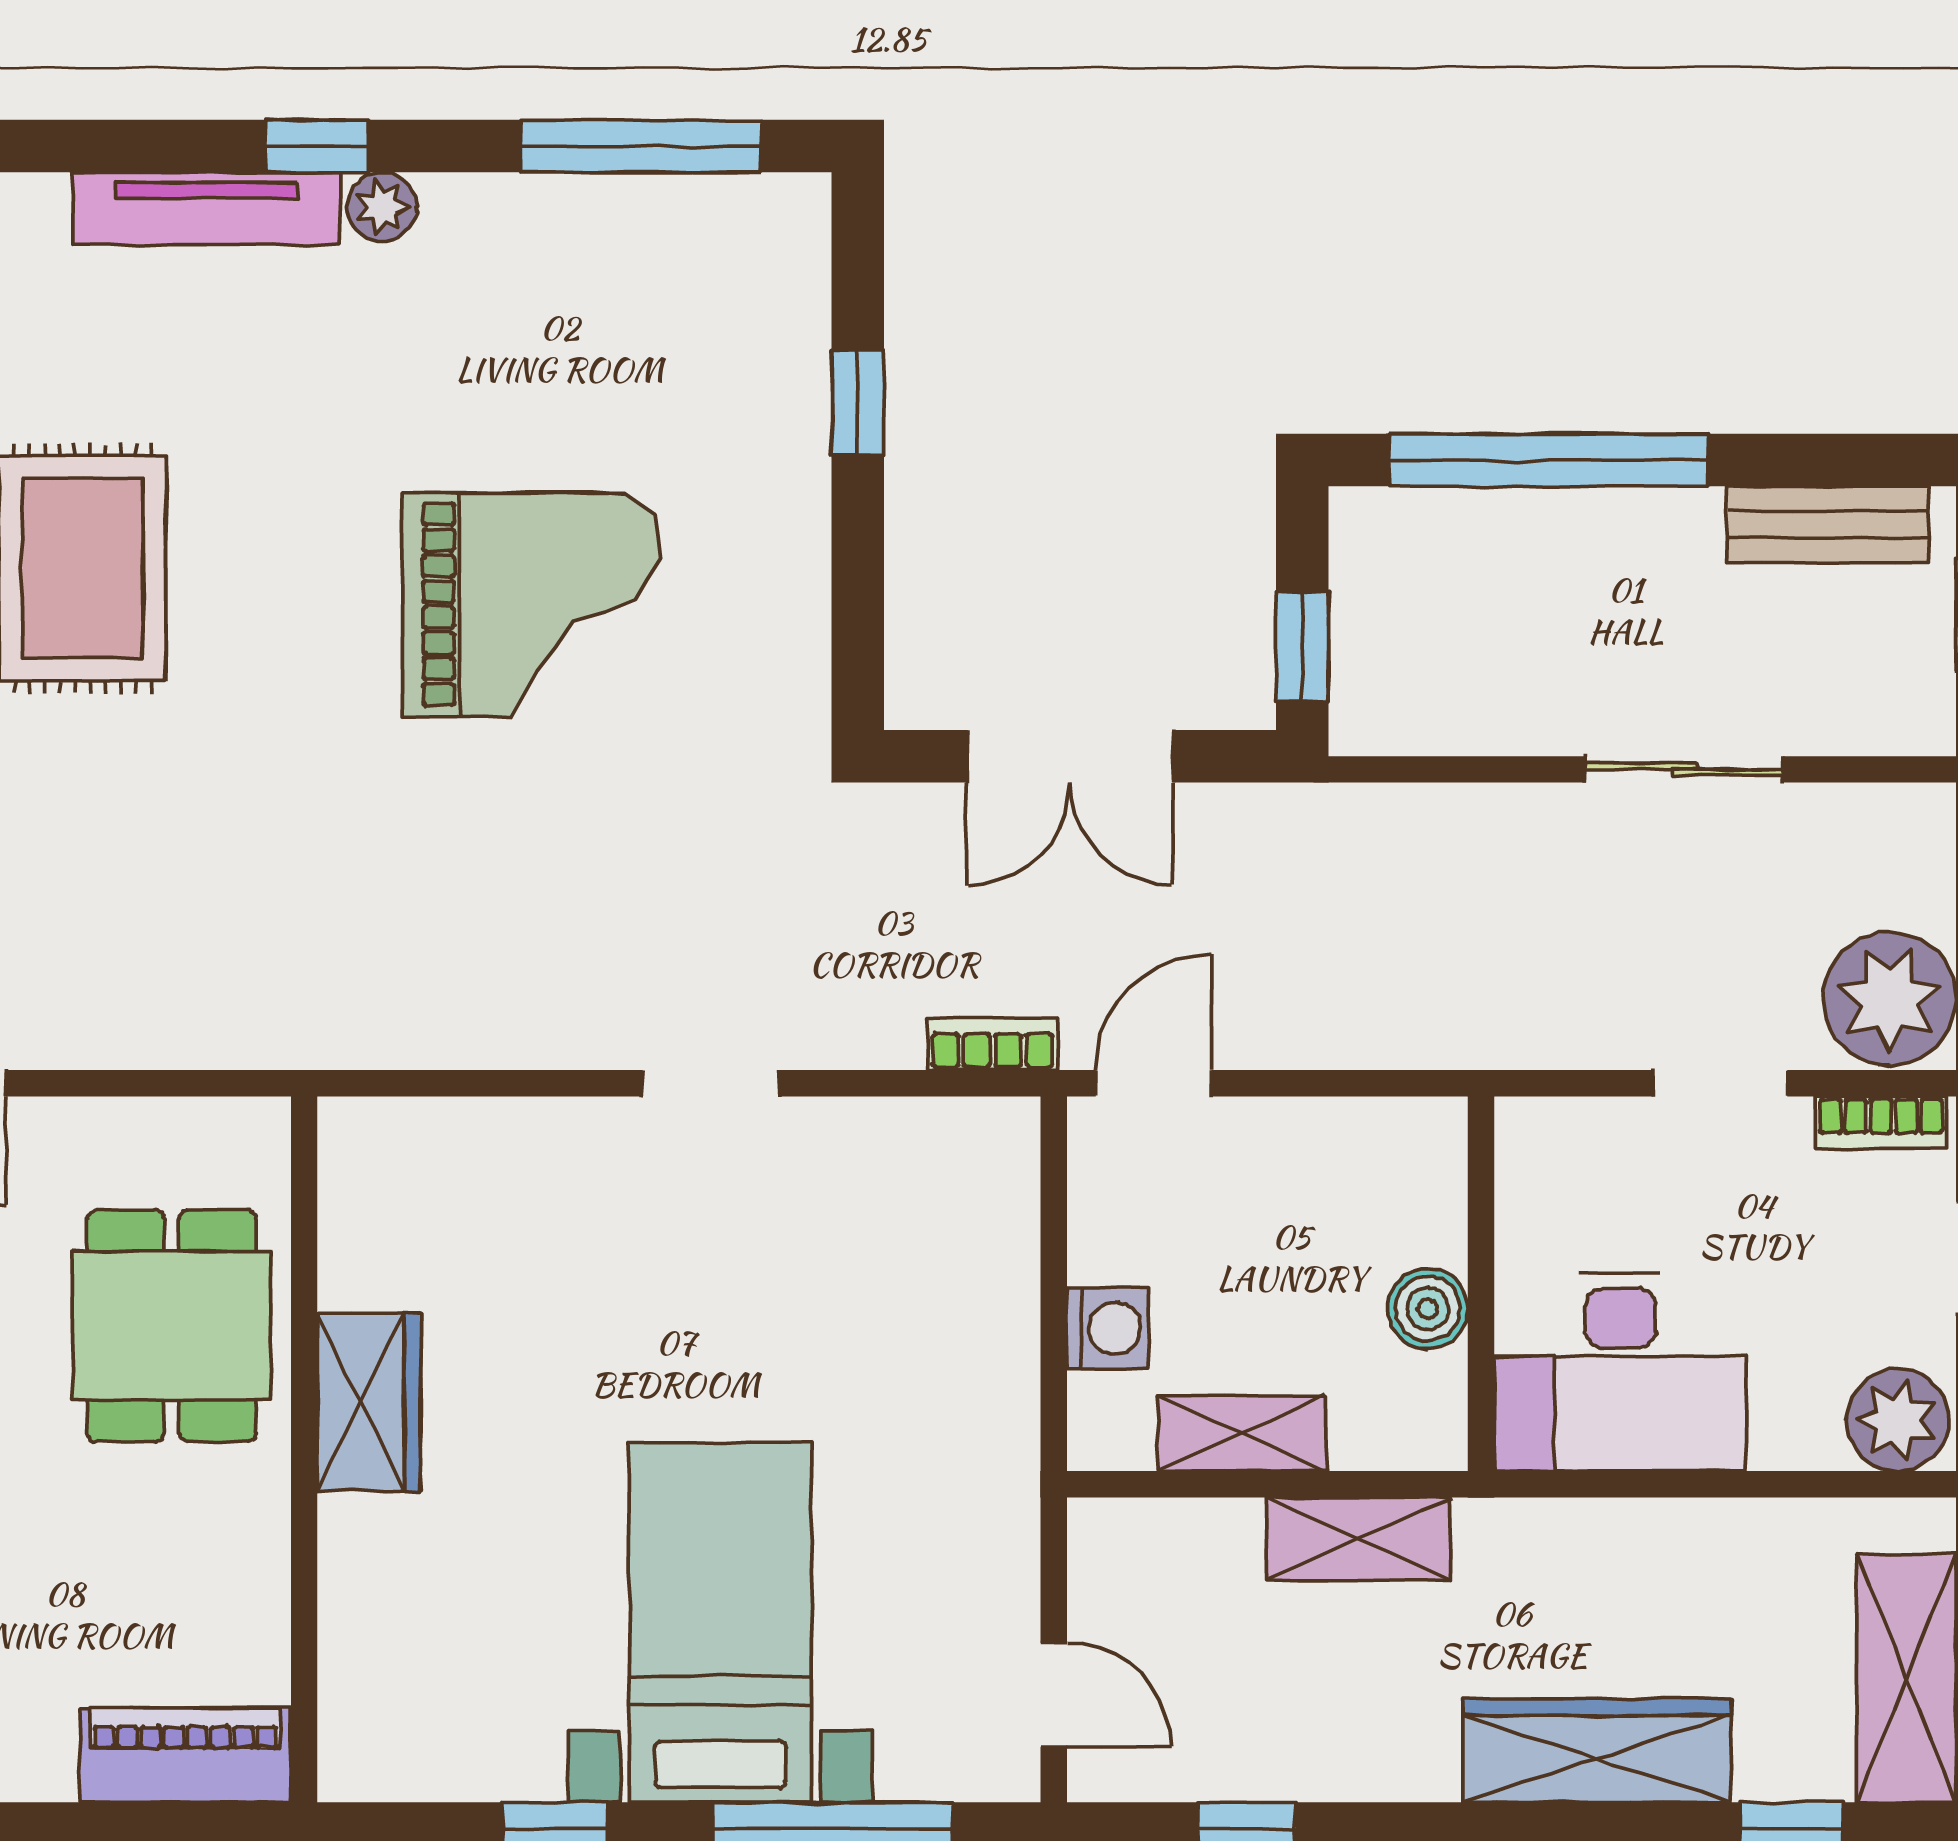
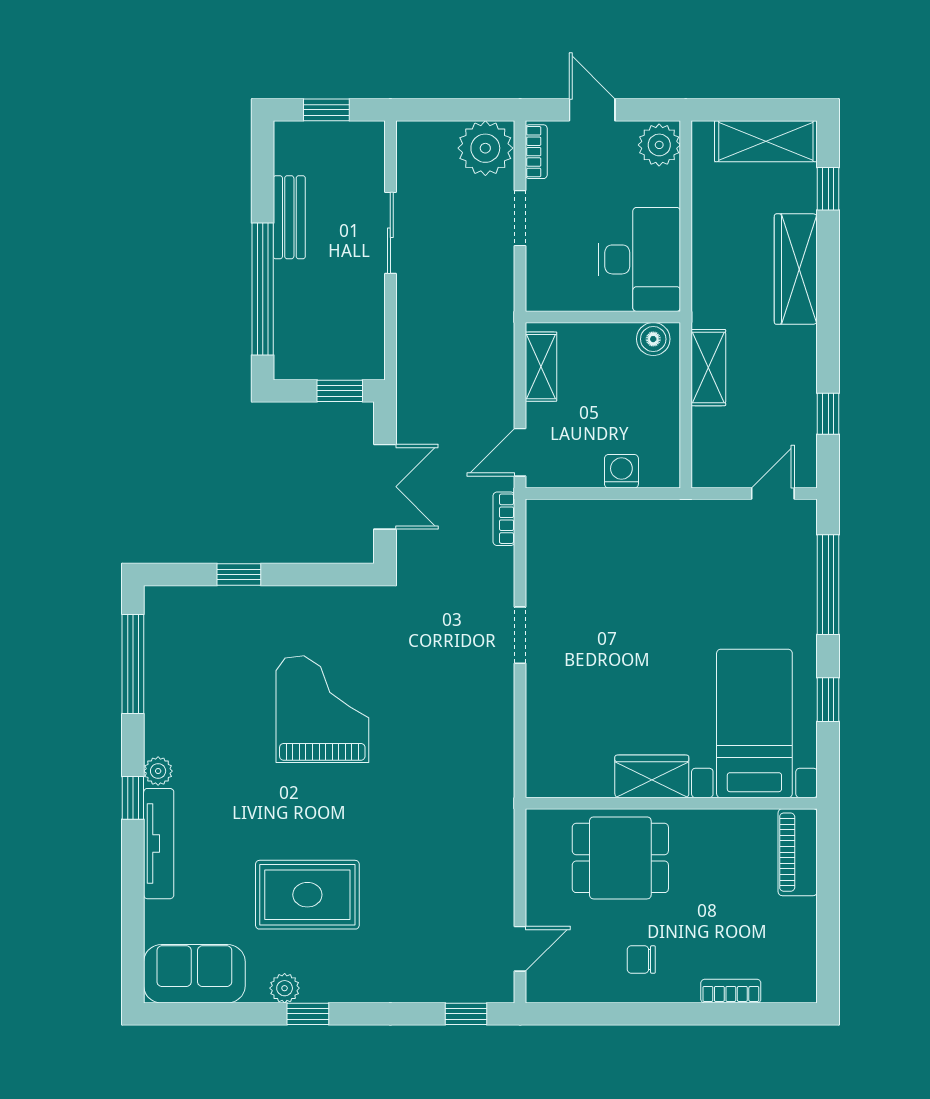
bench: (1828, 525) -> (289, 217), moved
door: (1154, 1083) -> (520, 452), hinge flipped
boiler: (1428, 1309) -> (653, 339), moved
shelving: (1242, 1433) -> (541, 367), moved
bed with nightstands: (720, 1623) -> (754, 723), moved, turned 90

